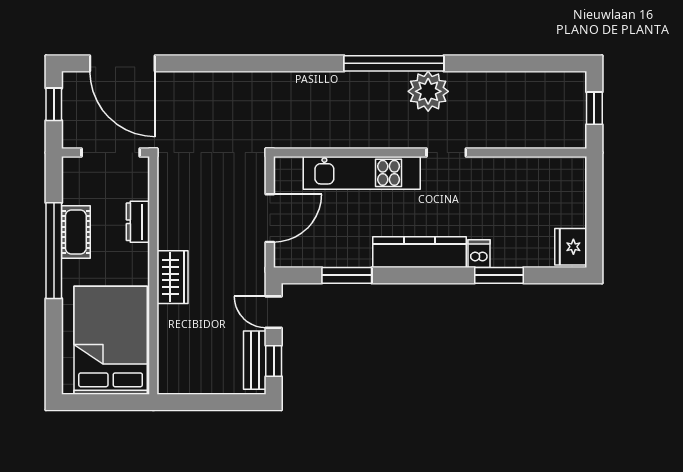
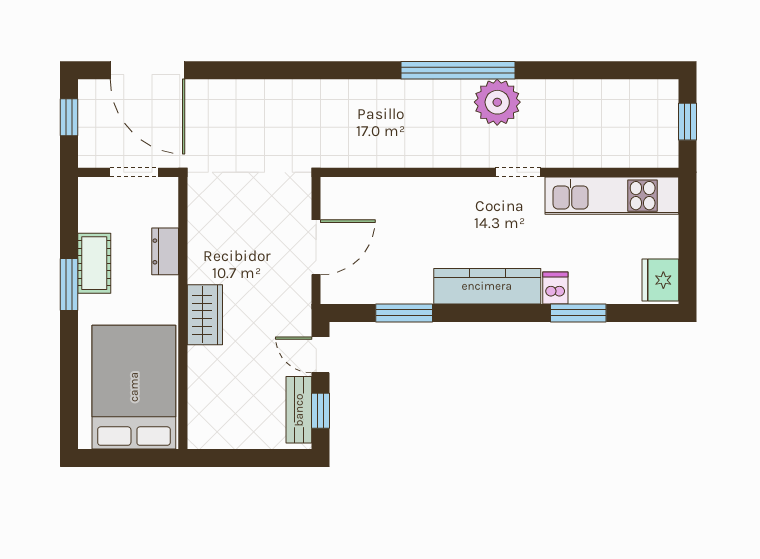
doorway: (111, 153) -> (134, 172), width x0.73
kitchen unit: (362, 173) -> (612, 196), moved
window: (54, 251) -> (69, 285), width x0.47

